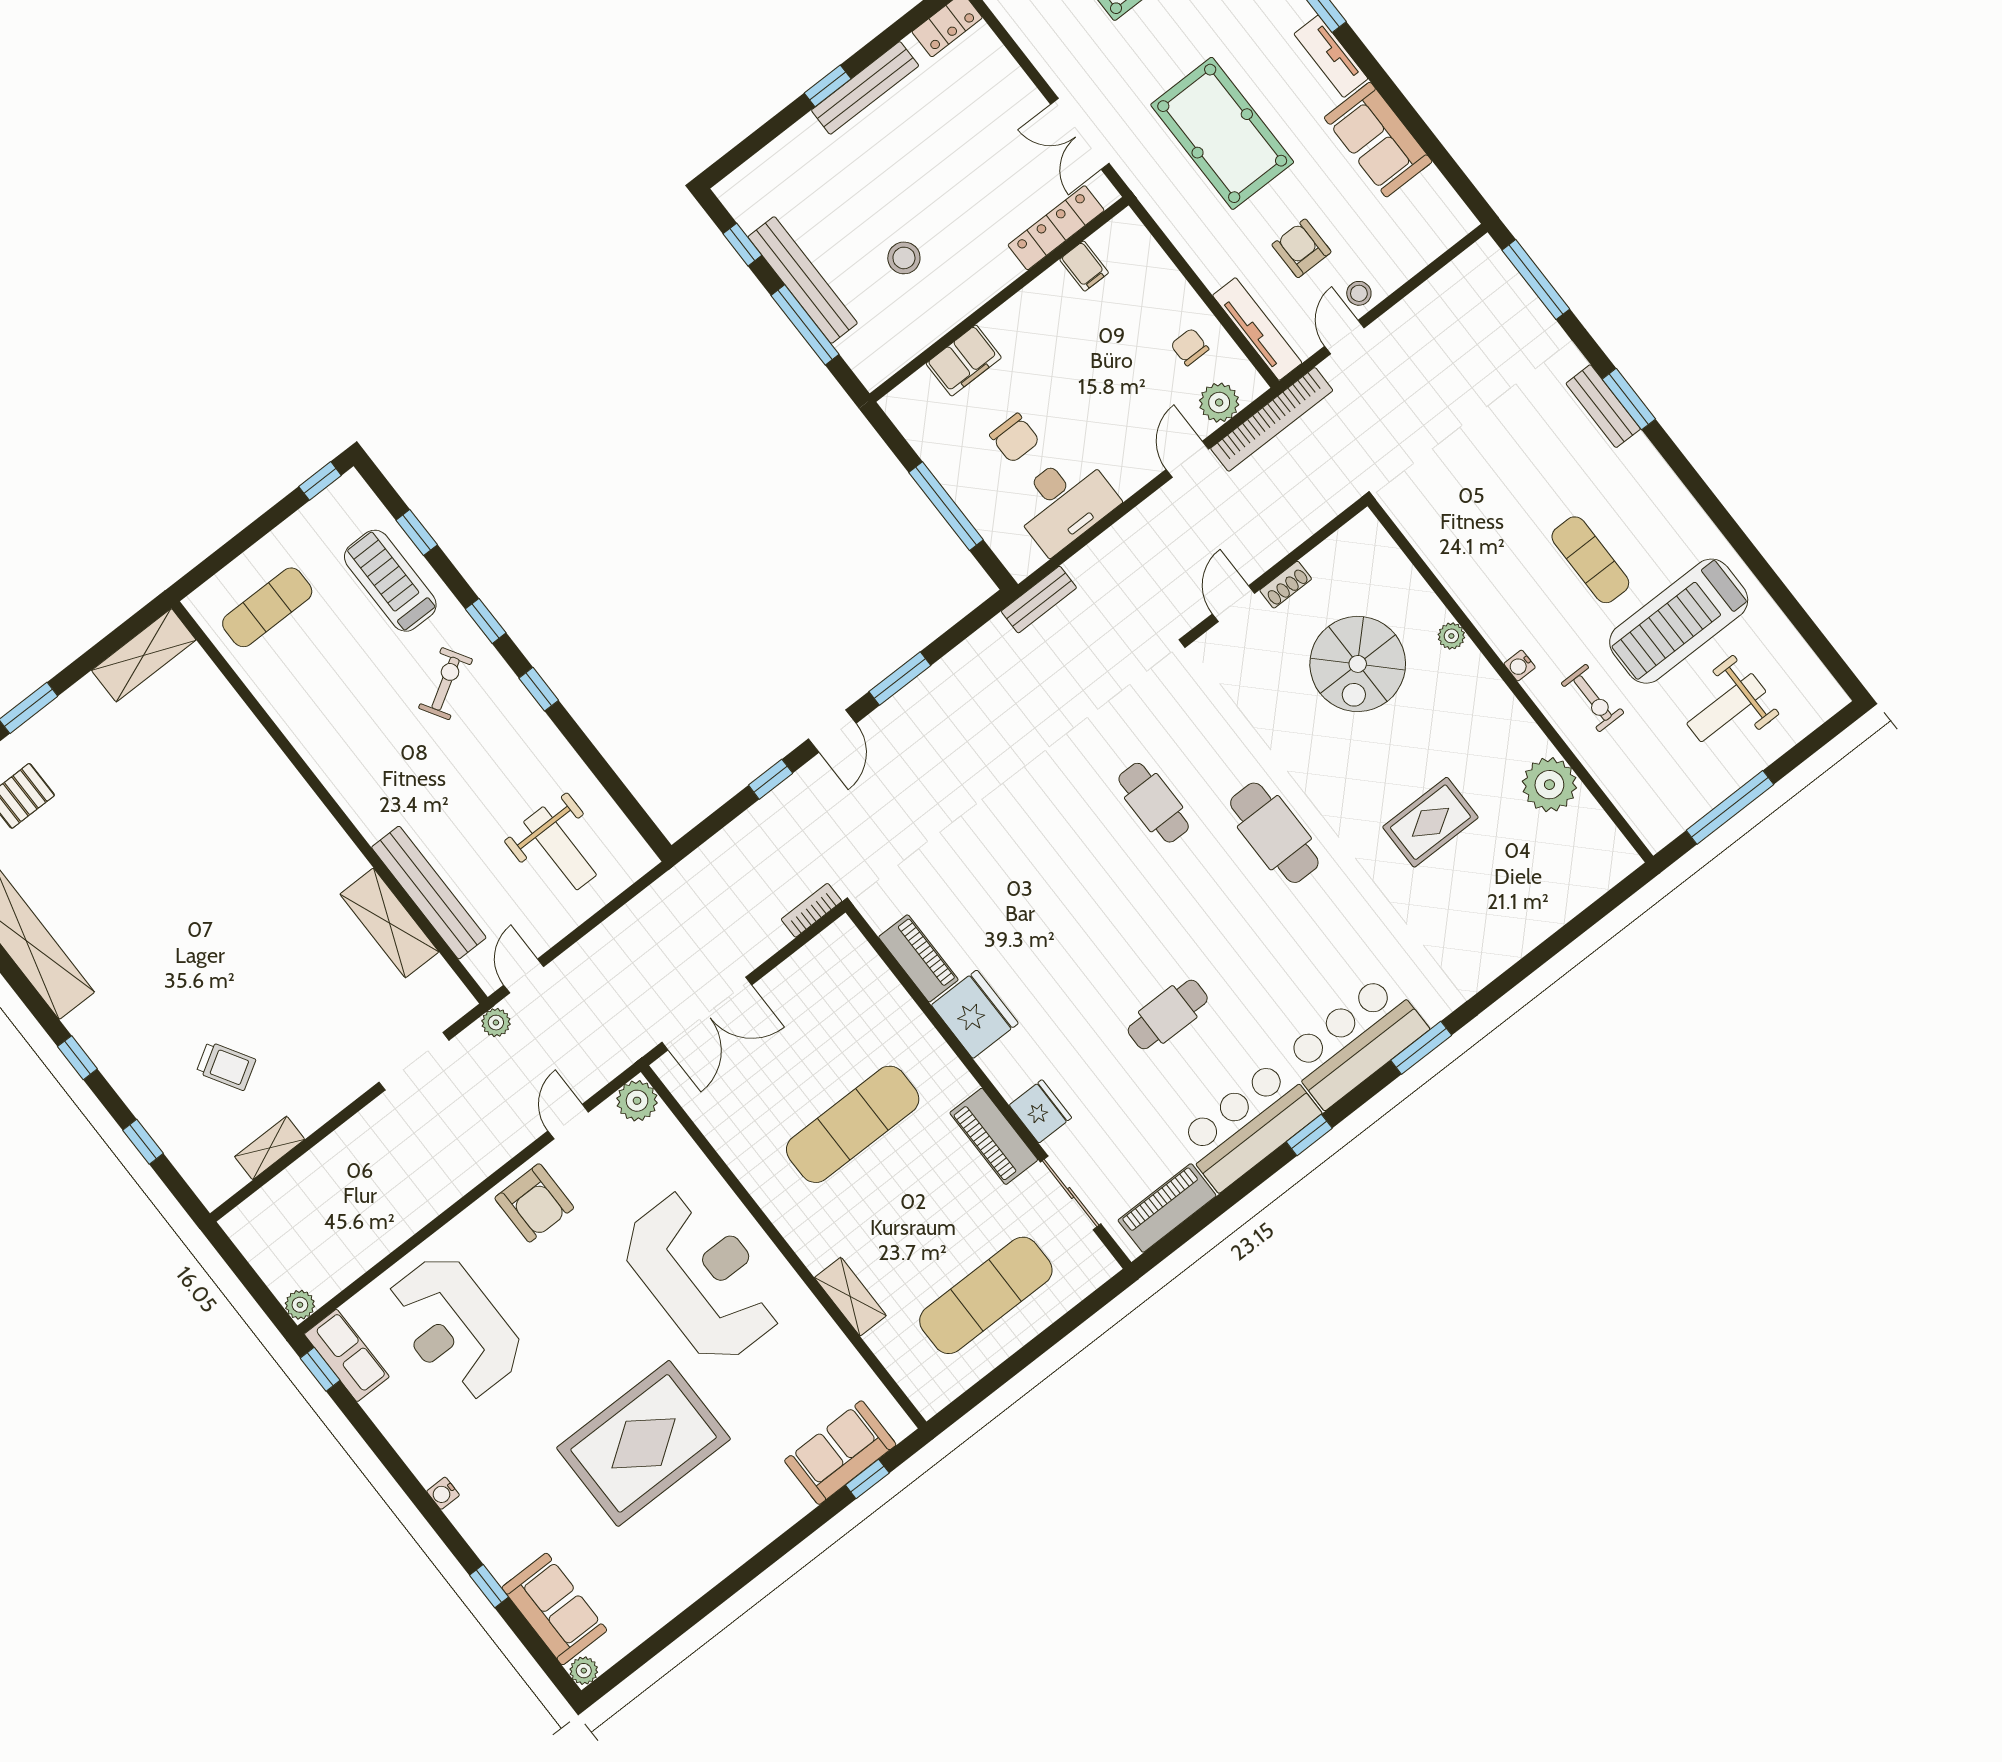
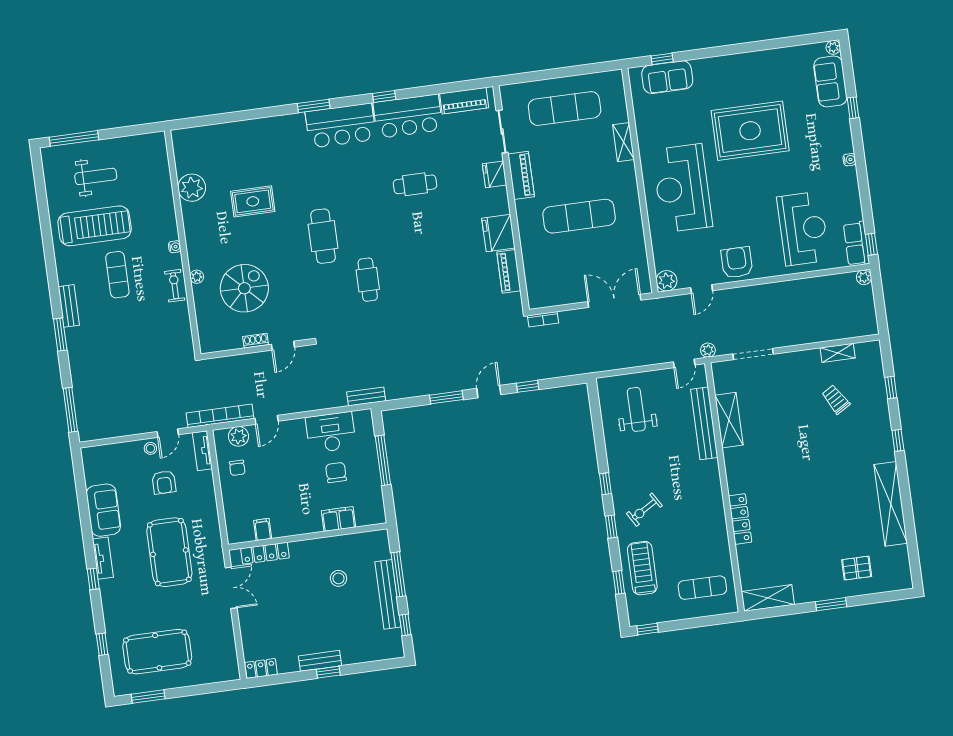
bench: (865, 88) -> (320, 661), width x0.73
tv unit: (1257, 329) -> (202, 451), width x0.71
bench: (1603, 406) -> (69, 306), moved
treadmill: (390, 581) -> (642, 568), turned 180
exercise bike: (1593, 698) -> (175, 286), moved
locker: (271, 763) -> (740, 519), added
window: (1730, 807) -> (74, 138), moved

